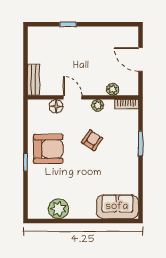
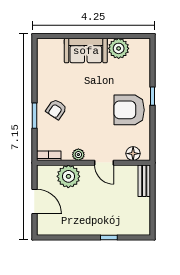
plant: (113, 89) -> (68, 176), width x1.88, depth x1.88
floor lamp: (56, 106) -> (133, 154), moved
armchair: (92, 140) -> (56, 109), moved
sofa: (117, 207) -> (86, 51), moved

